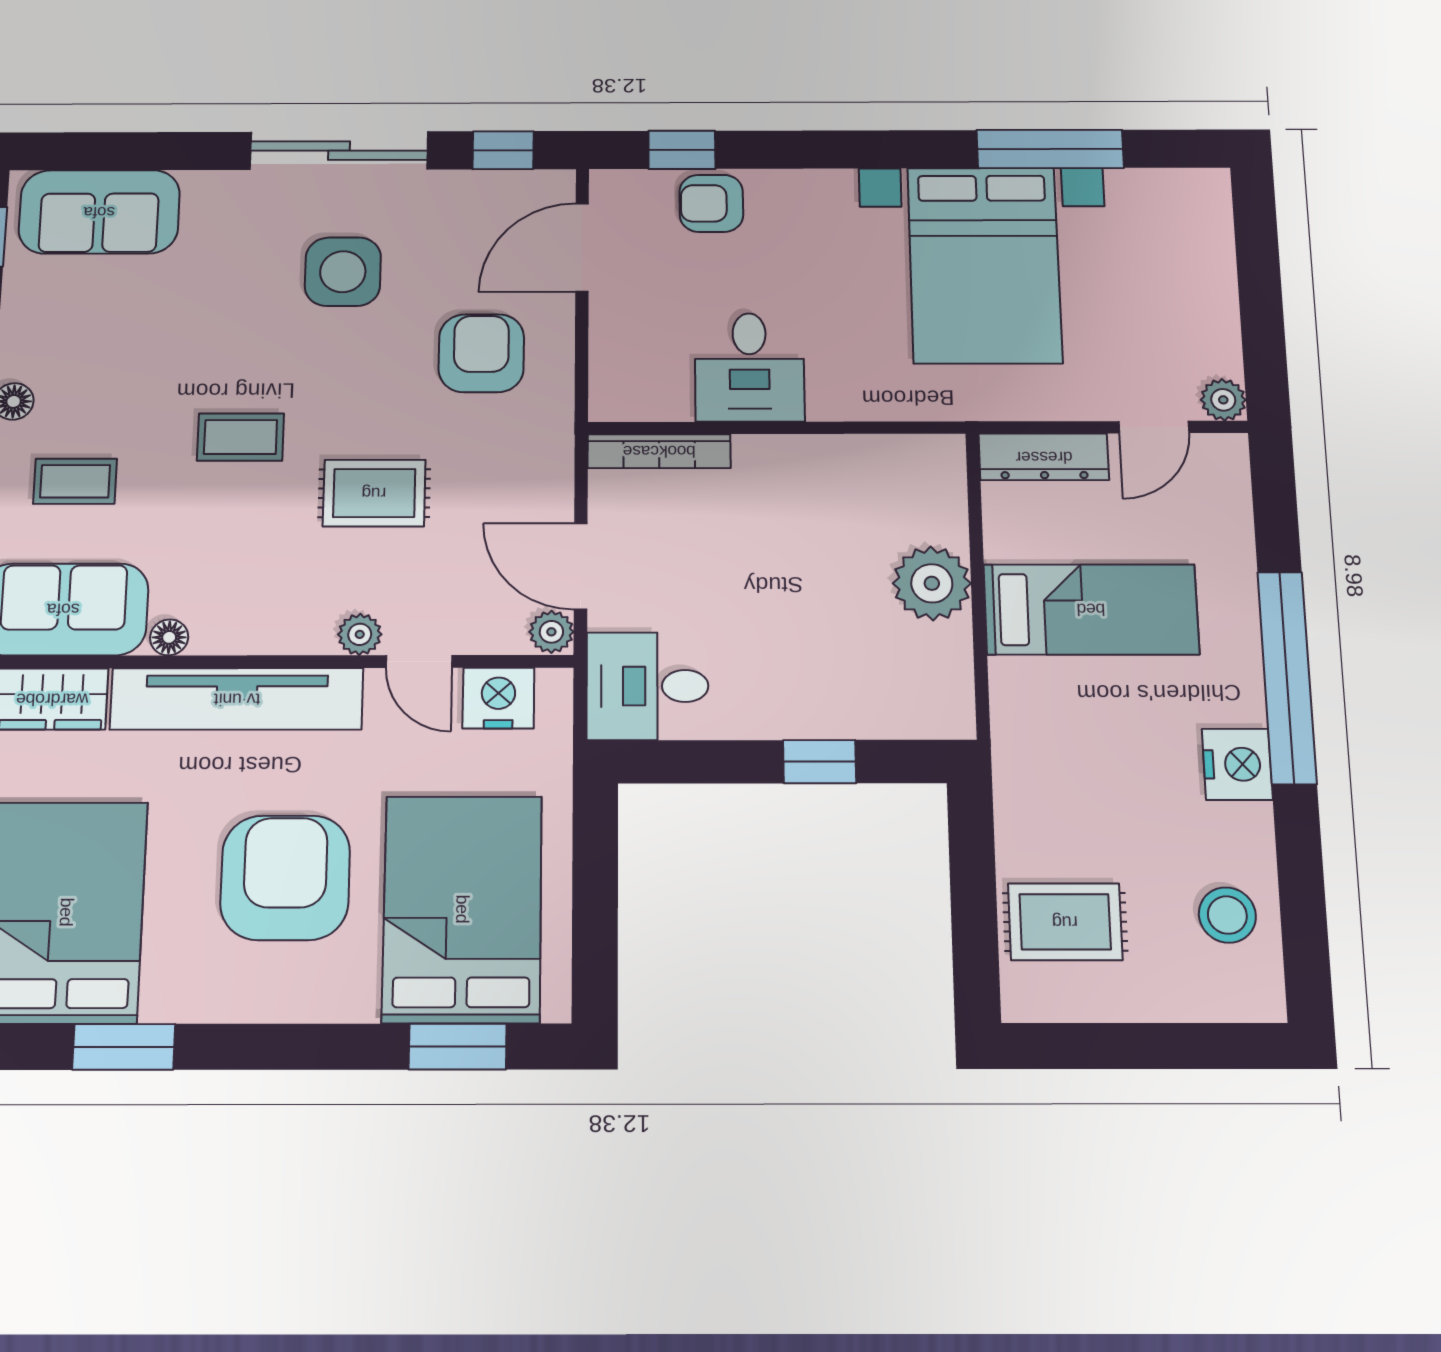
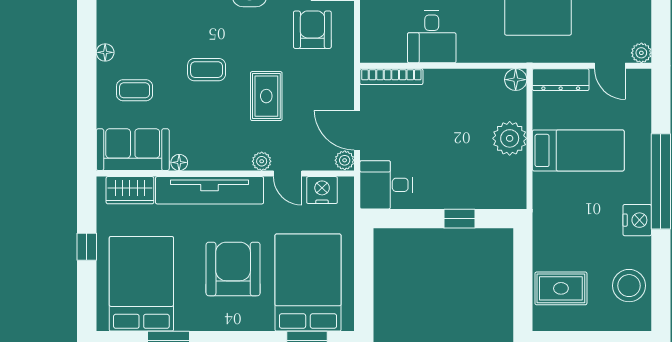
door: (1154, 427) -> (610, 66), hinge flipped
floor lamp: (941, 457) -> (516, 80), added
rug: (374, 493) -> (266, 96), turned 90
stool: (1227, 915) -> (629, 286), width x1.38, depth x1.38

